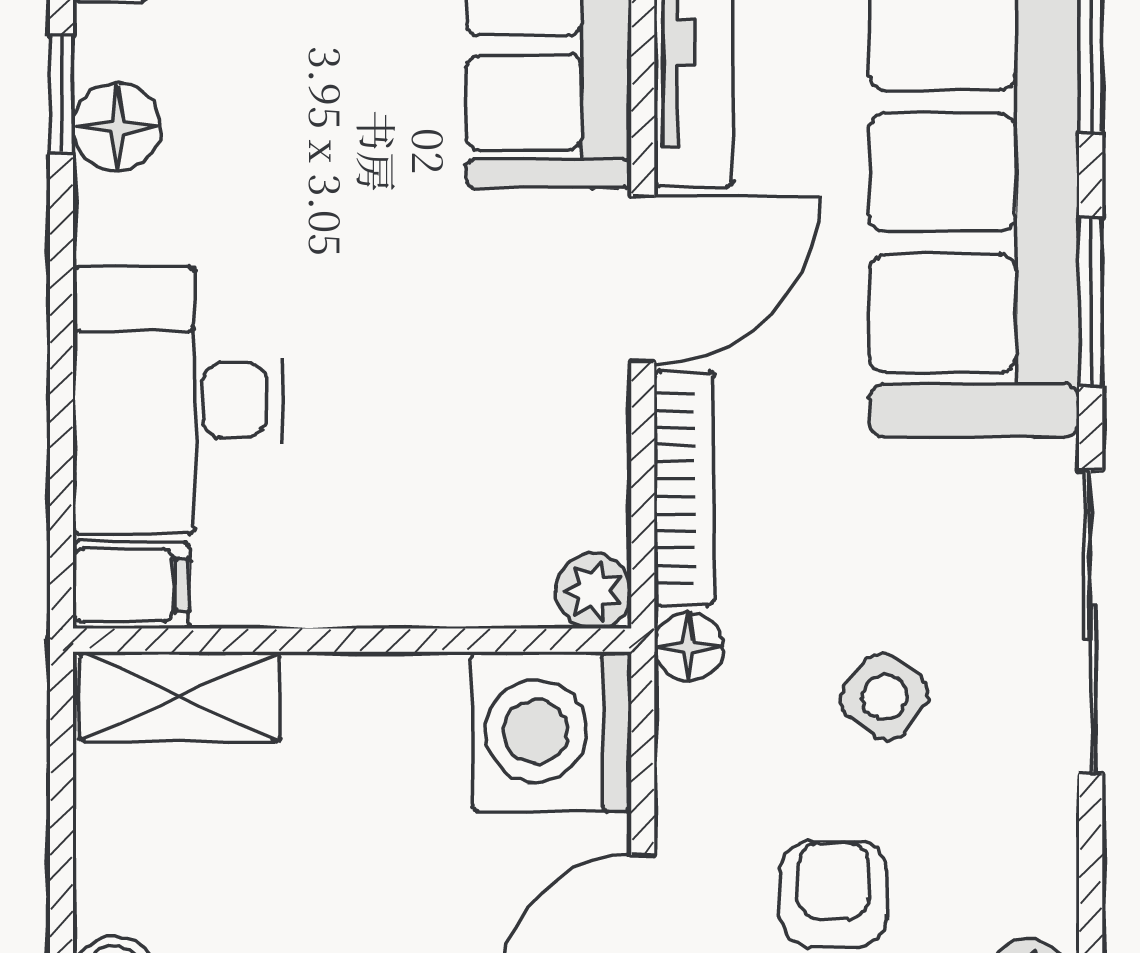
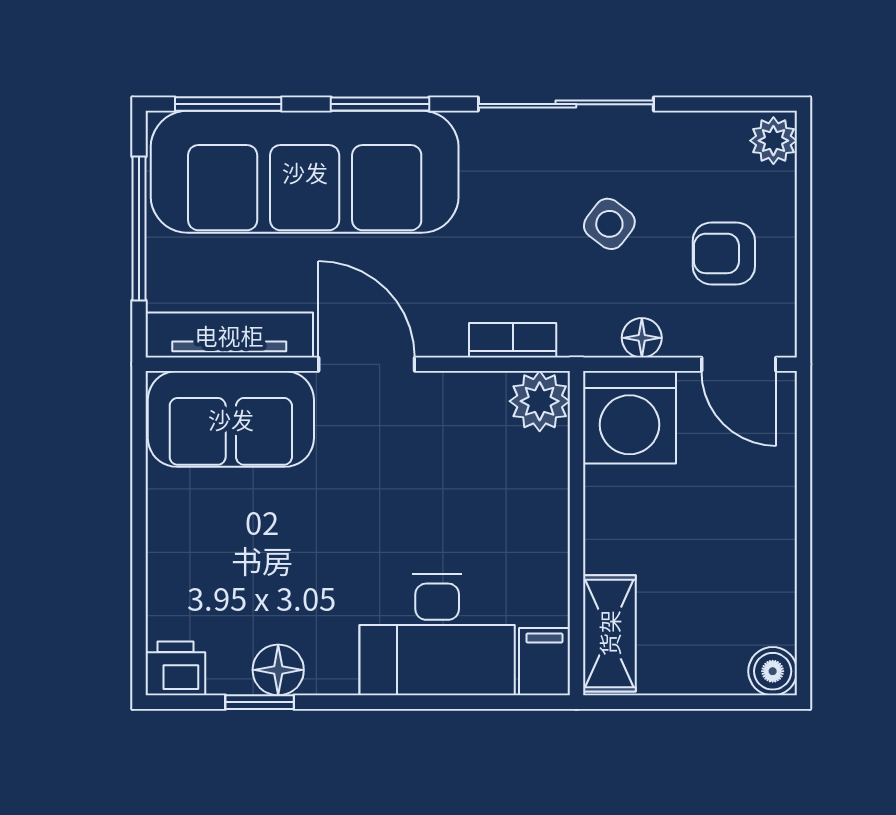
bookcase: (684, 488) -> (513, 340), width x0.64
plant: (593, 591) -> (540, 401), width x1.38, depth x1.38
floor lamp: (688, 647) -> (642, 338), moved

